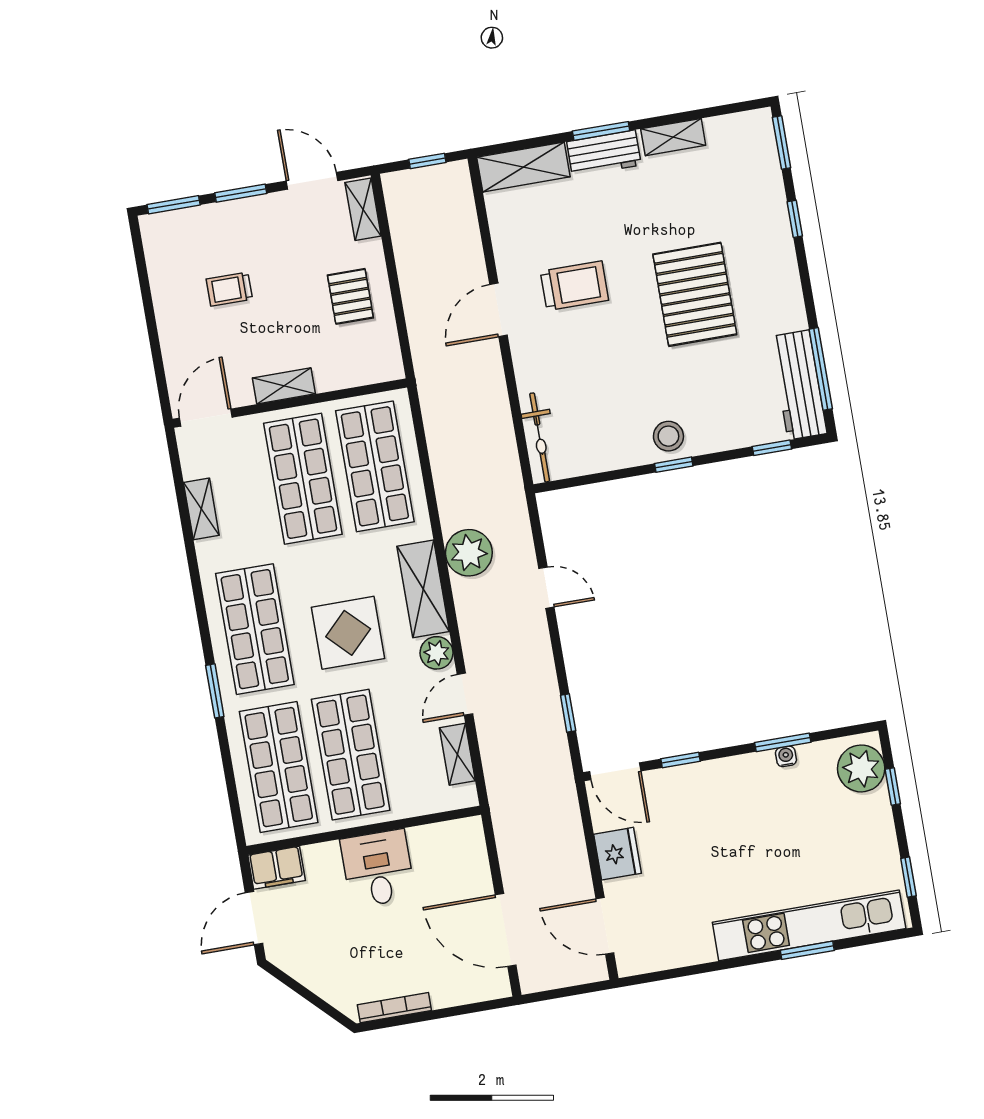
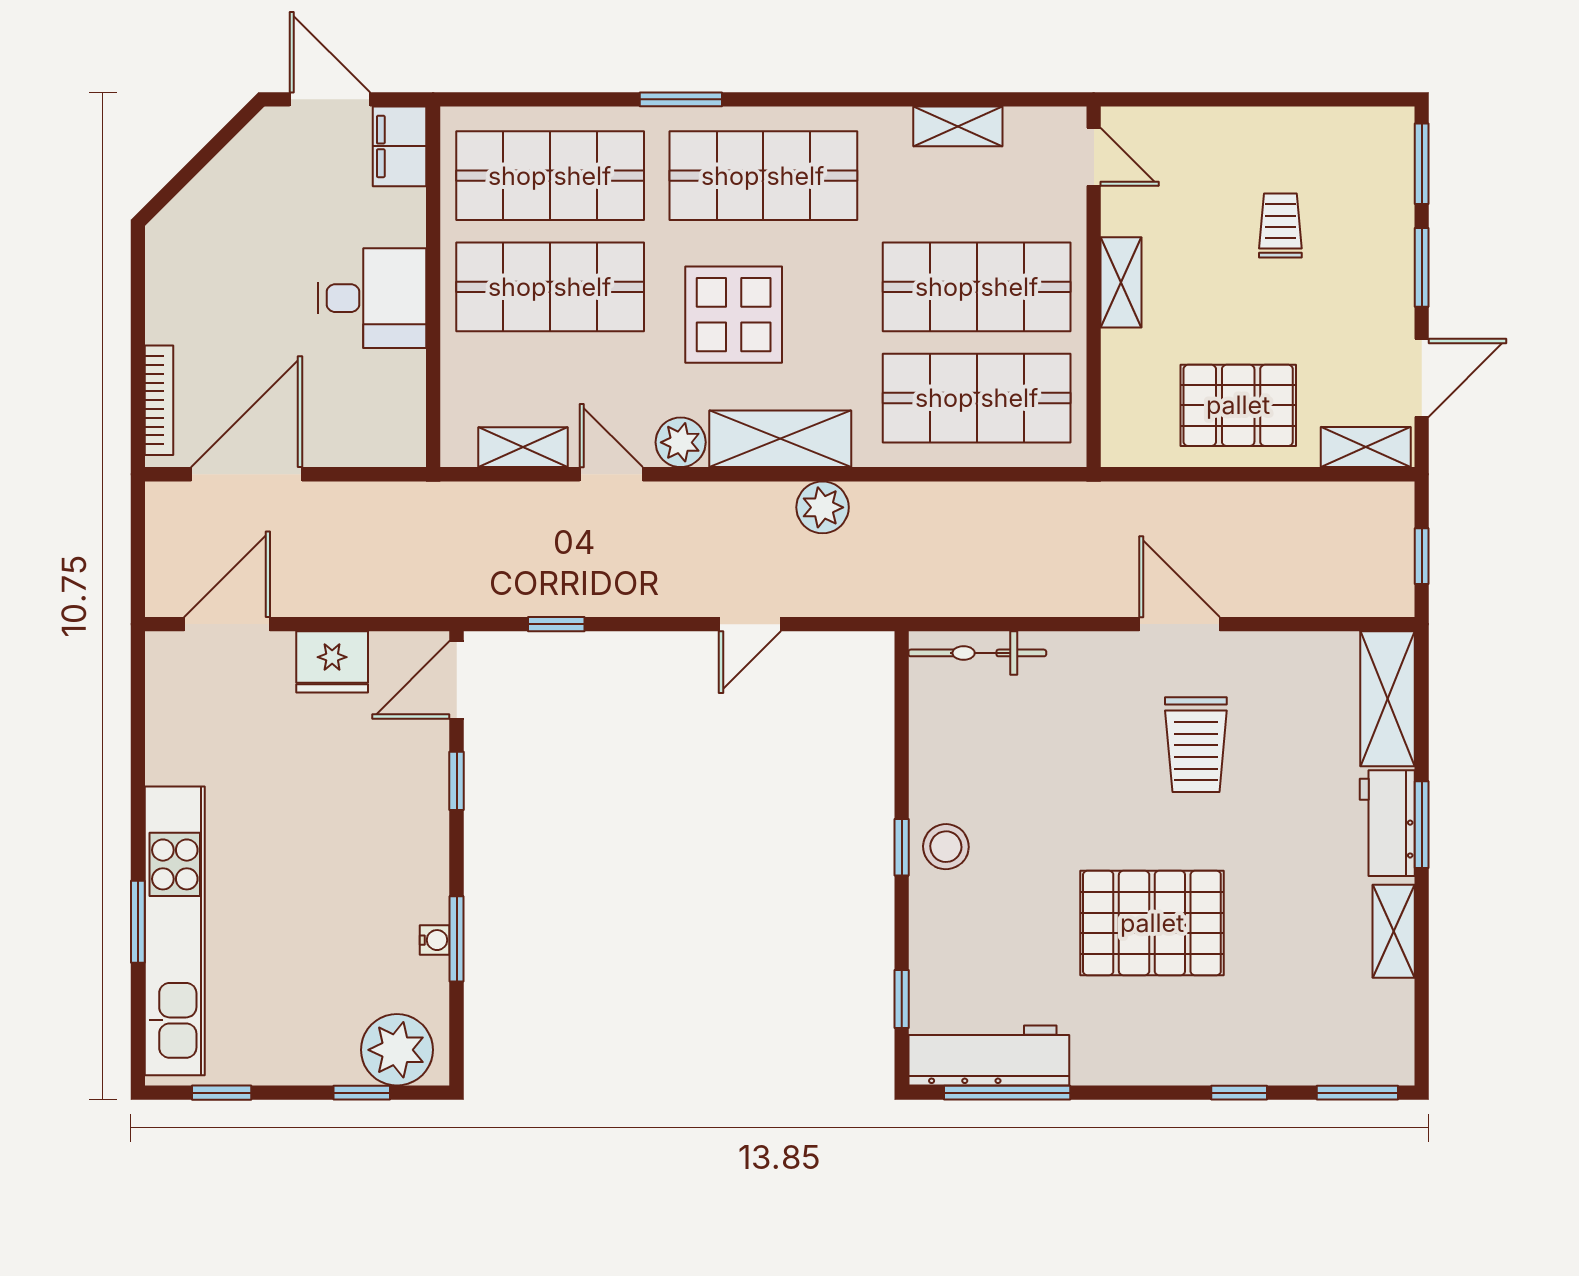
pallet: (350, 296) -> (1238, 405), width x1.50, depth x1.42
door: (206, 418) -> (1094, 157), width x0.73
plant: (469, 553) -> (823, 507), width x0.73, depth x0.73
bookcase: (394, 1008) -> (159, 400), moved

